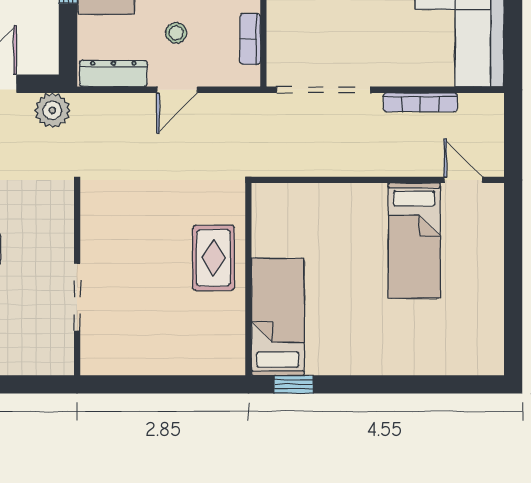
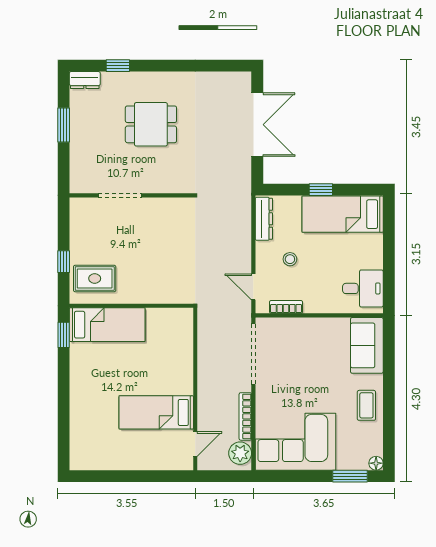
door: (177, 90) -> (253, 287), moved
plant: (52, 110) -> (240, 453), moved
rug: (214, 258) -> (95, 278), moved
window: (180, 384) -> (64, 262), added

